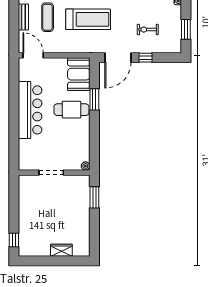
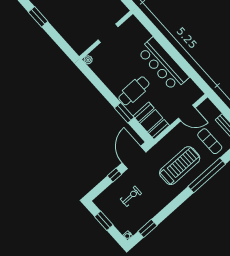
treadmill: (88, 19) -> (180, 166), turned 180
door: (33, 55) -> (187, 113), moved
window: (94, 197) -> (38, 17), moved

